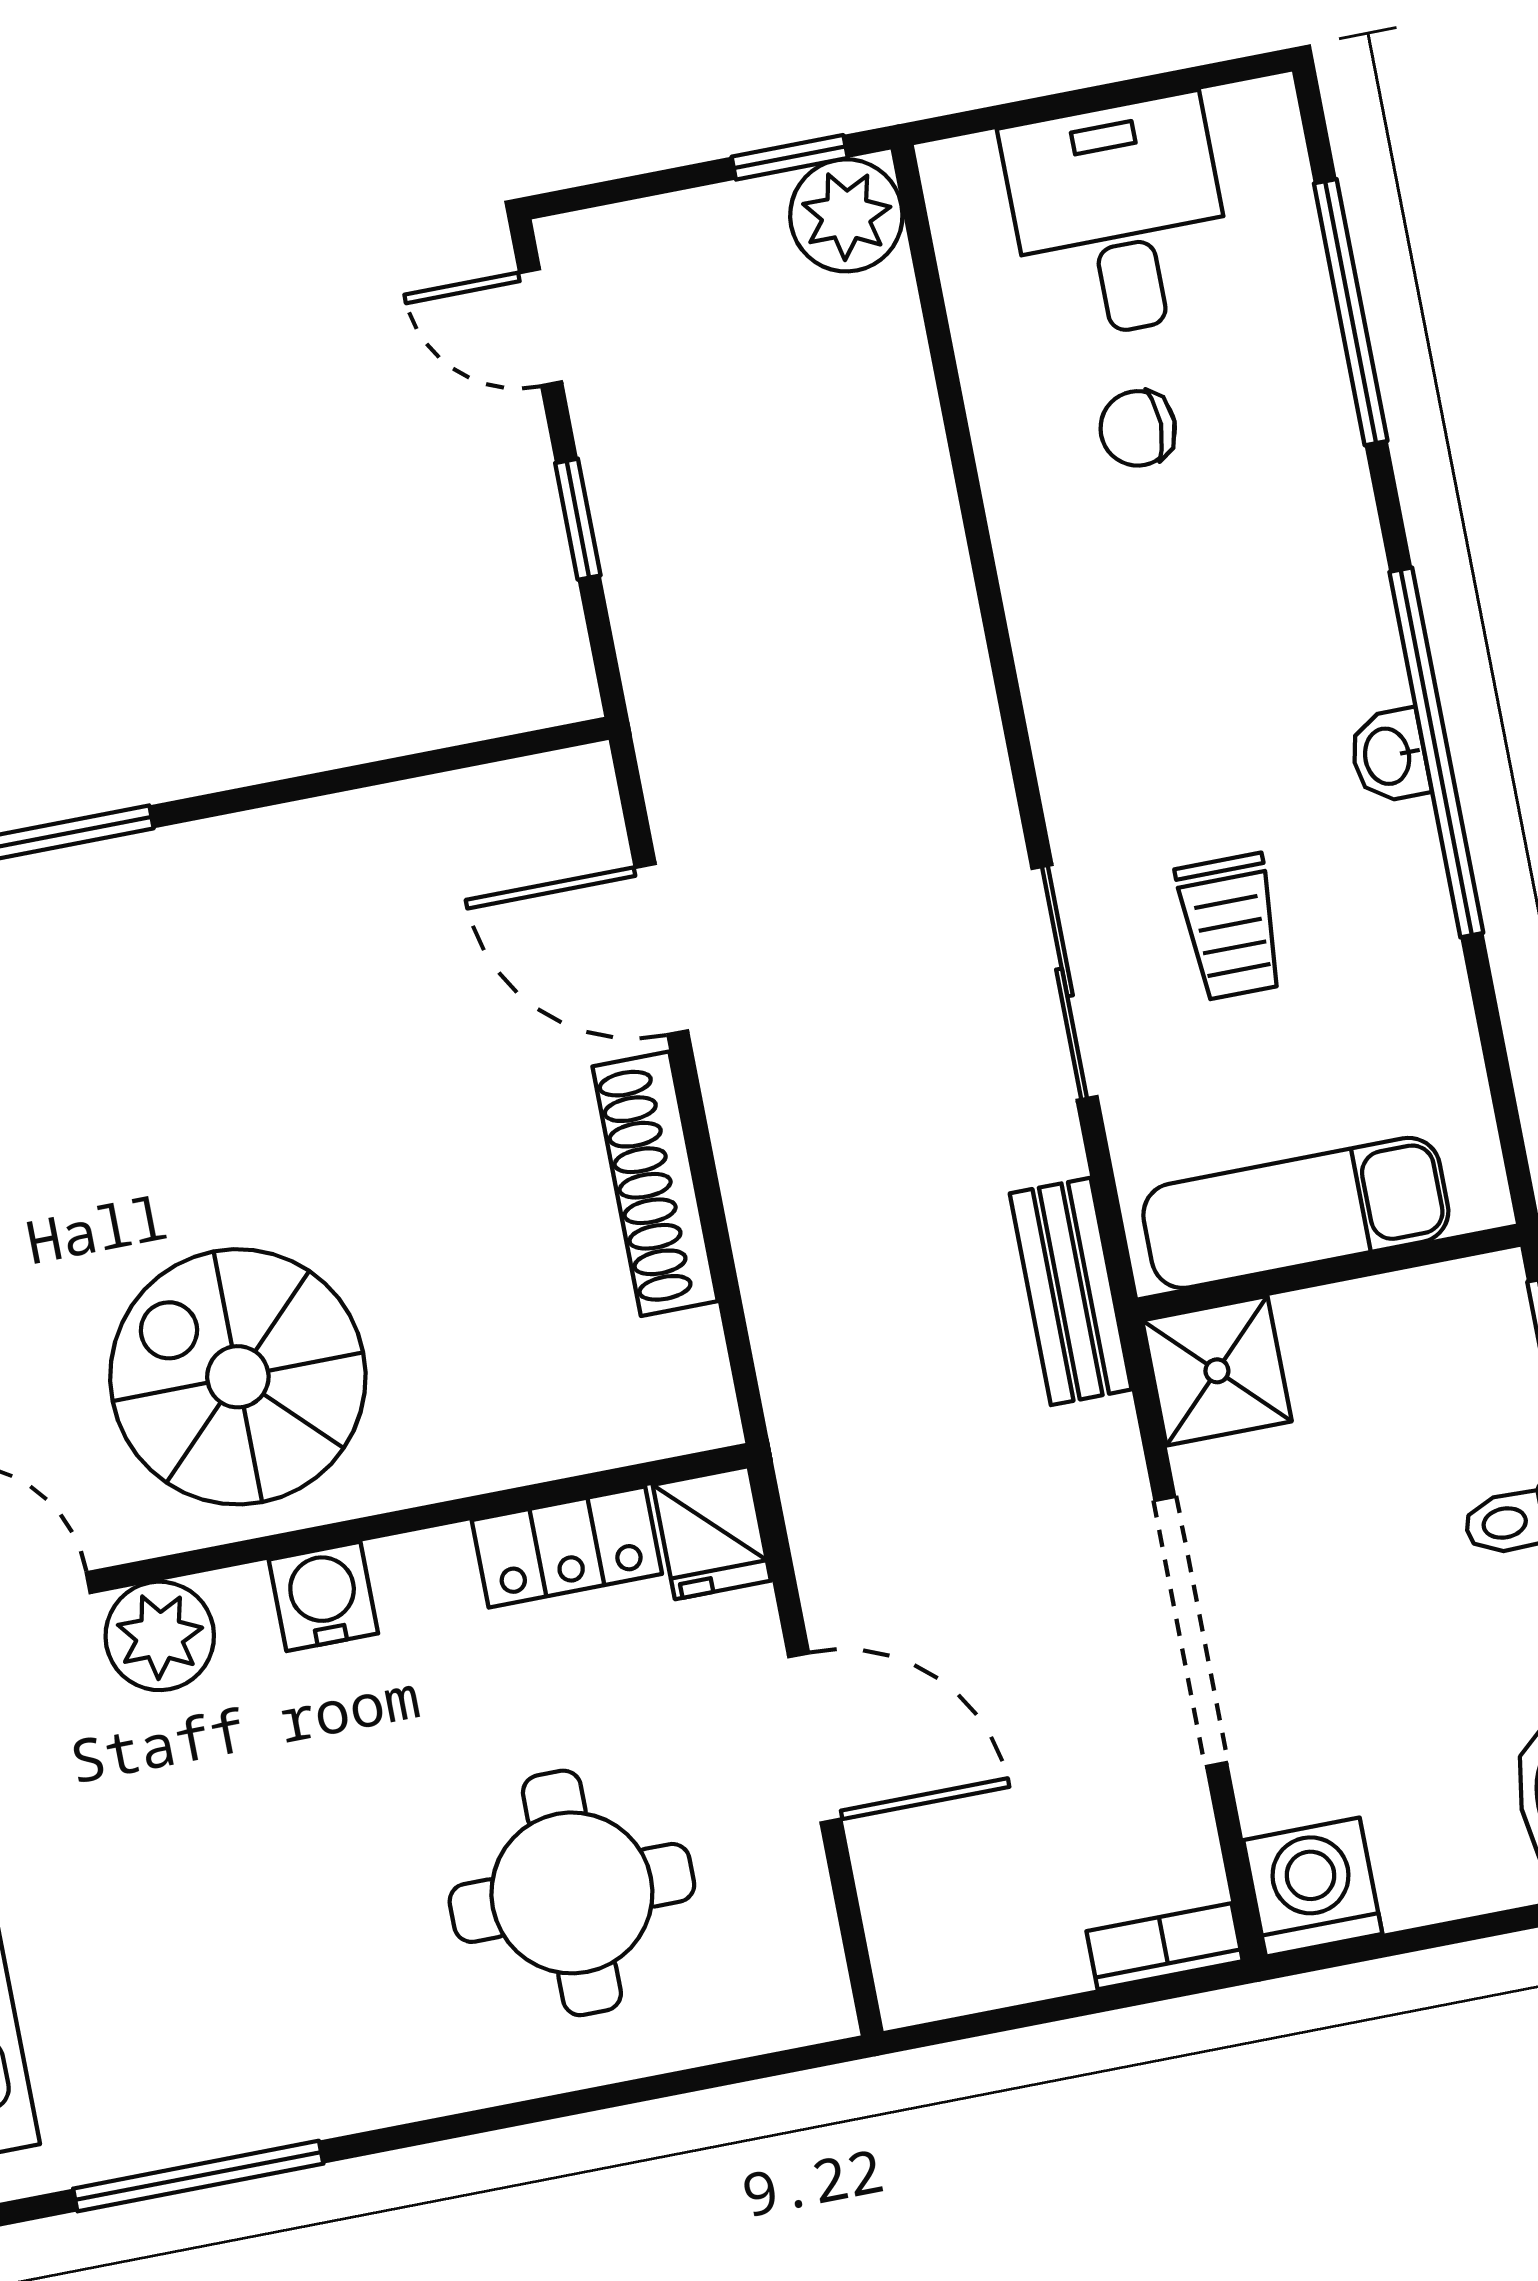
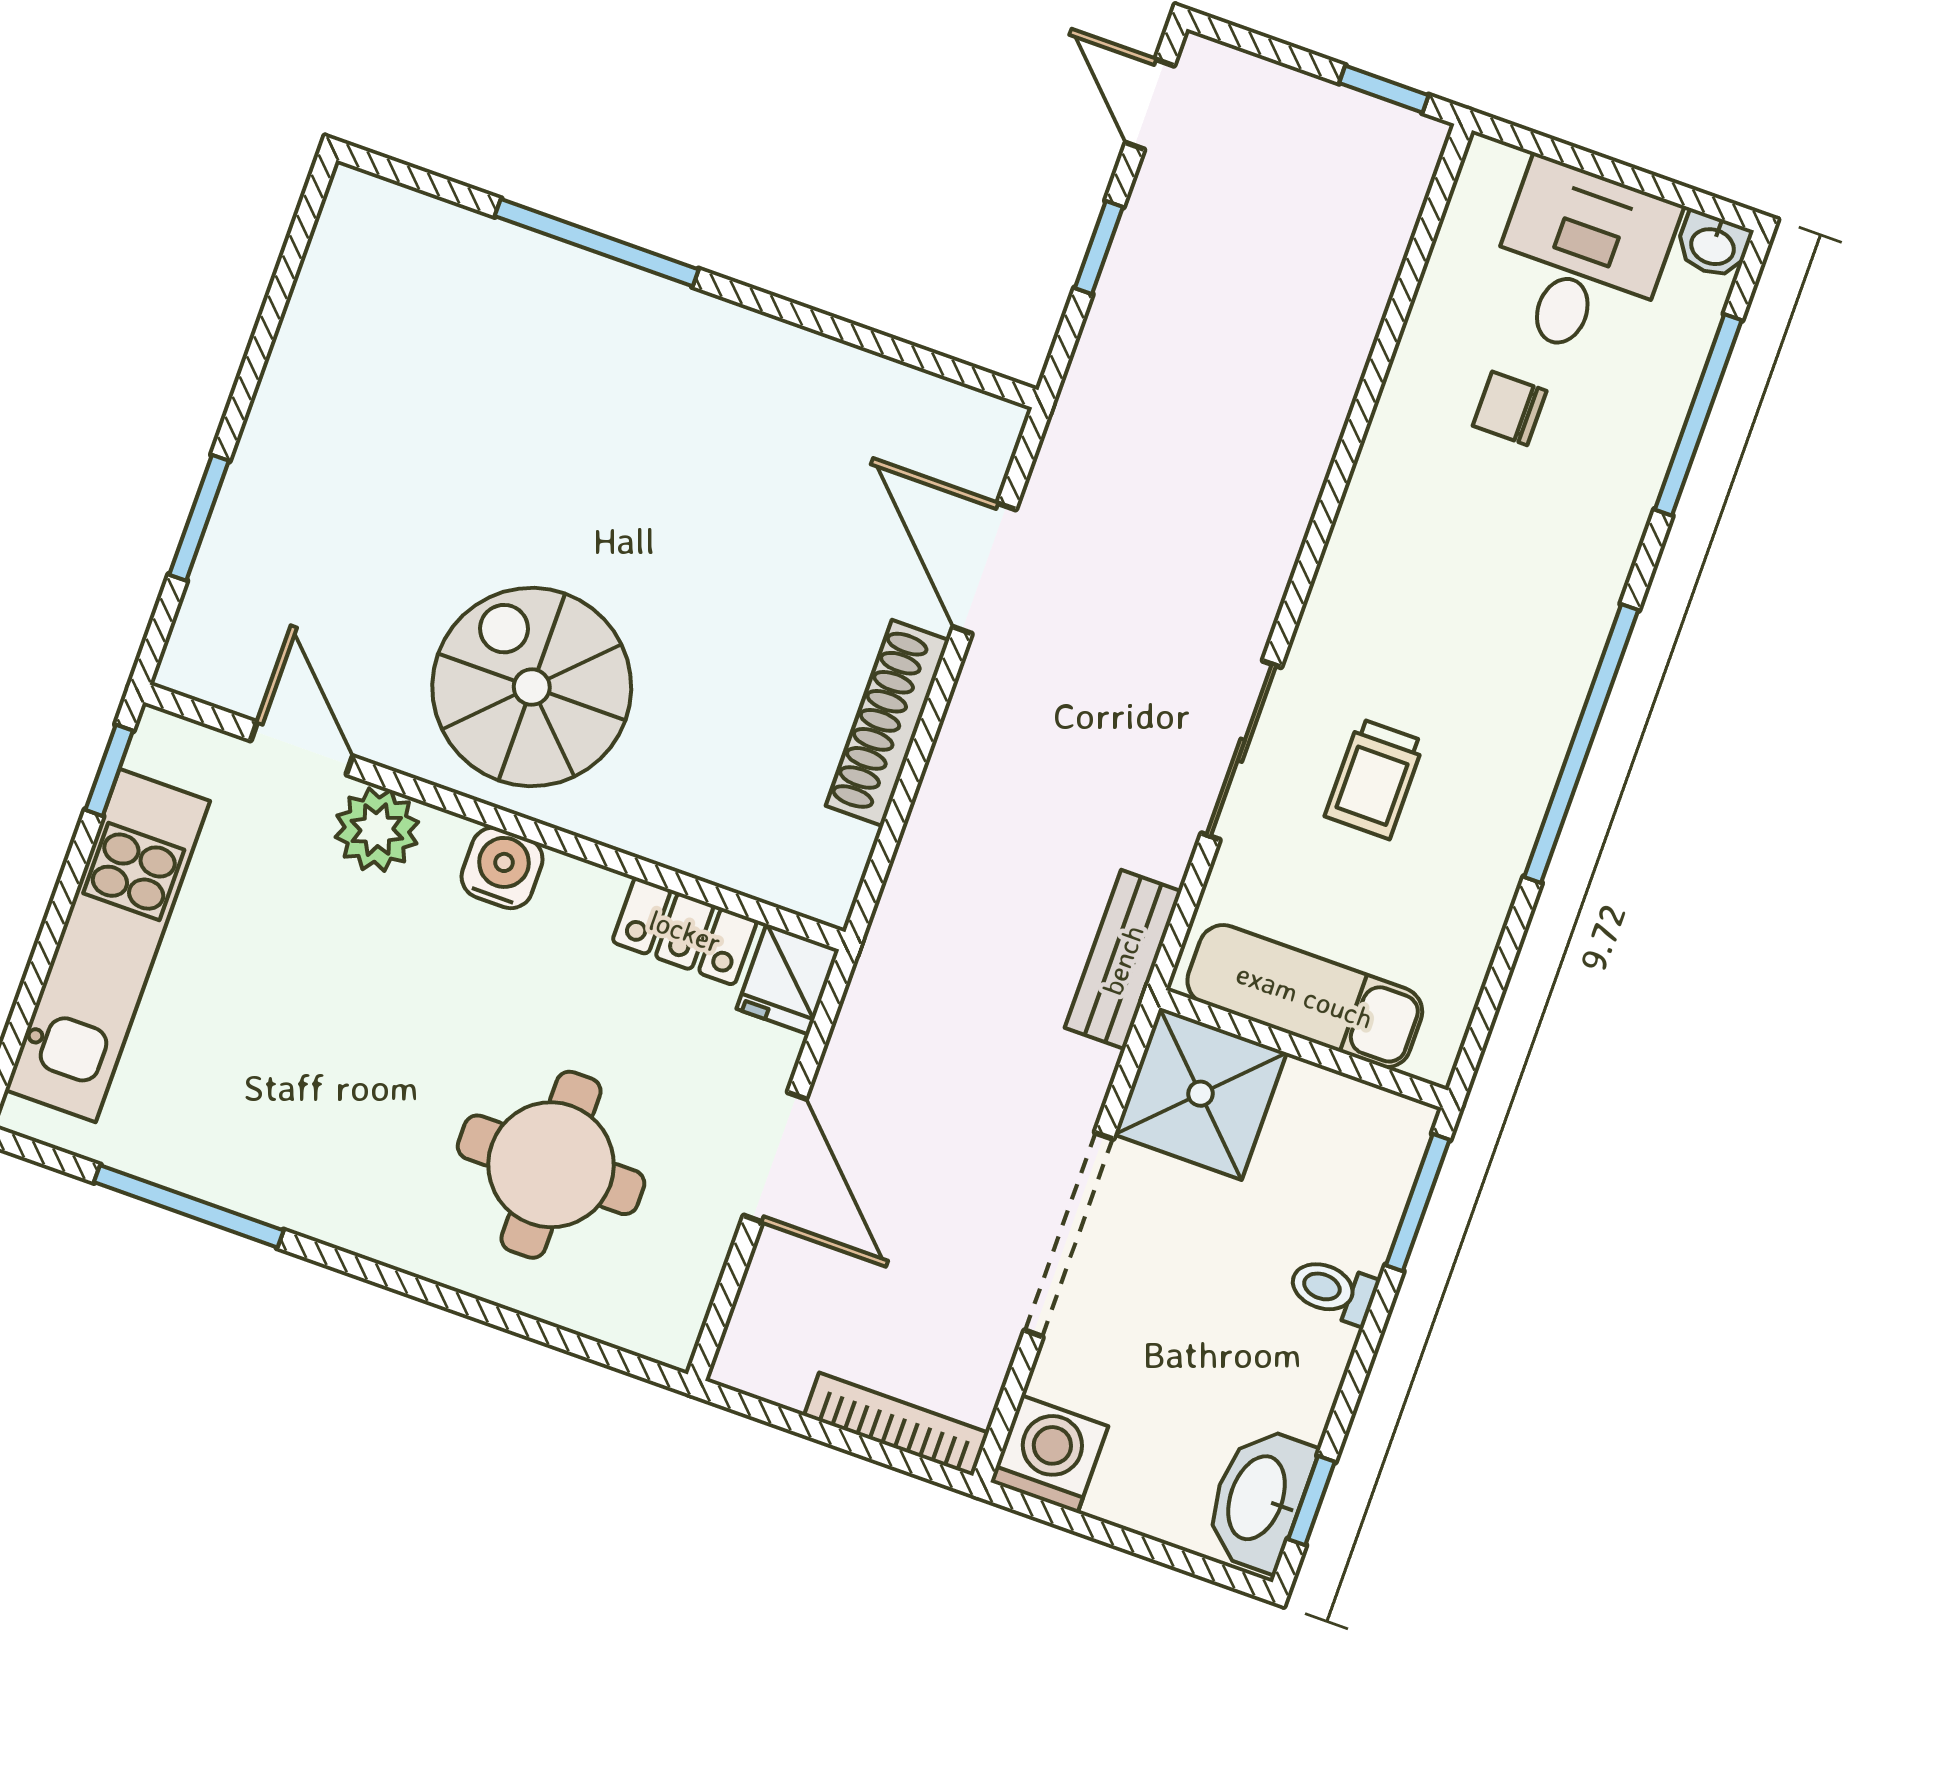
plant: (846, 215) -> (1399, 150), removed
washbasin: (1389, 756) -> (1713, 245), moved, turned -90
shower: (1217, 1371) -> (1200, 1094), width x1.36, depth x1.36
bookcase: (1165, 1946) -> (896, 1424), width x1.56

